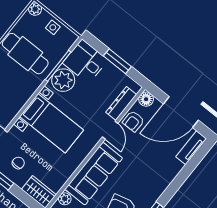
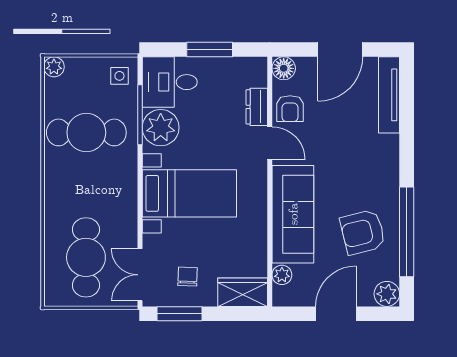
side table: (53, 27) -> (119, 76), moved
dresser: (121, 103) -> (257, 107), width x0.70
door: (181, 112) -> (340, 49), width x0.73
tv unit: (191, 148) -> (389, 95), width x1.41

